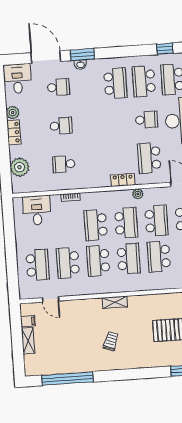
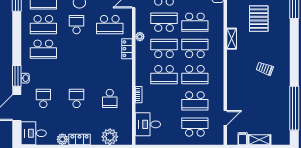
school desk: (115, 83) -> (43, 49), turned 180
shelving: (115, 302) -> (232, 39), moved

